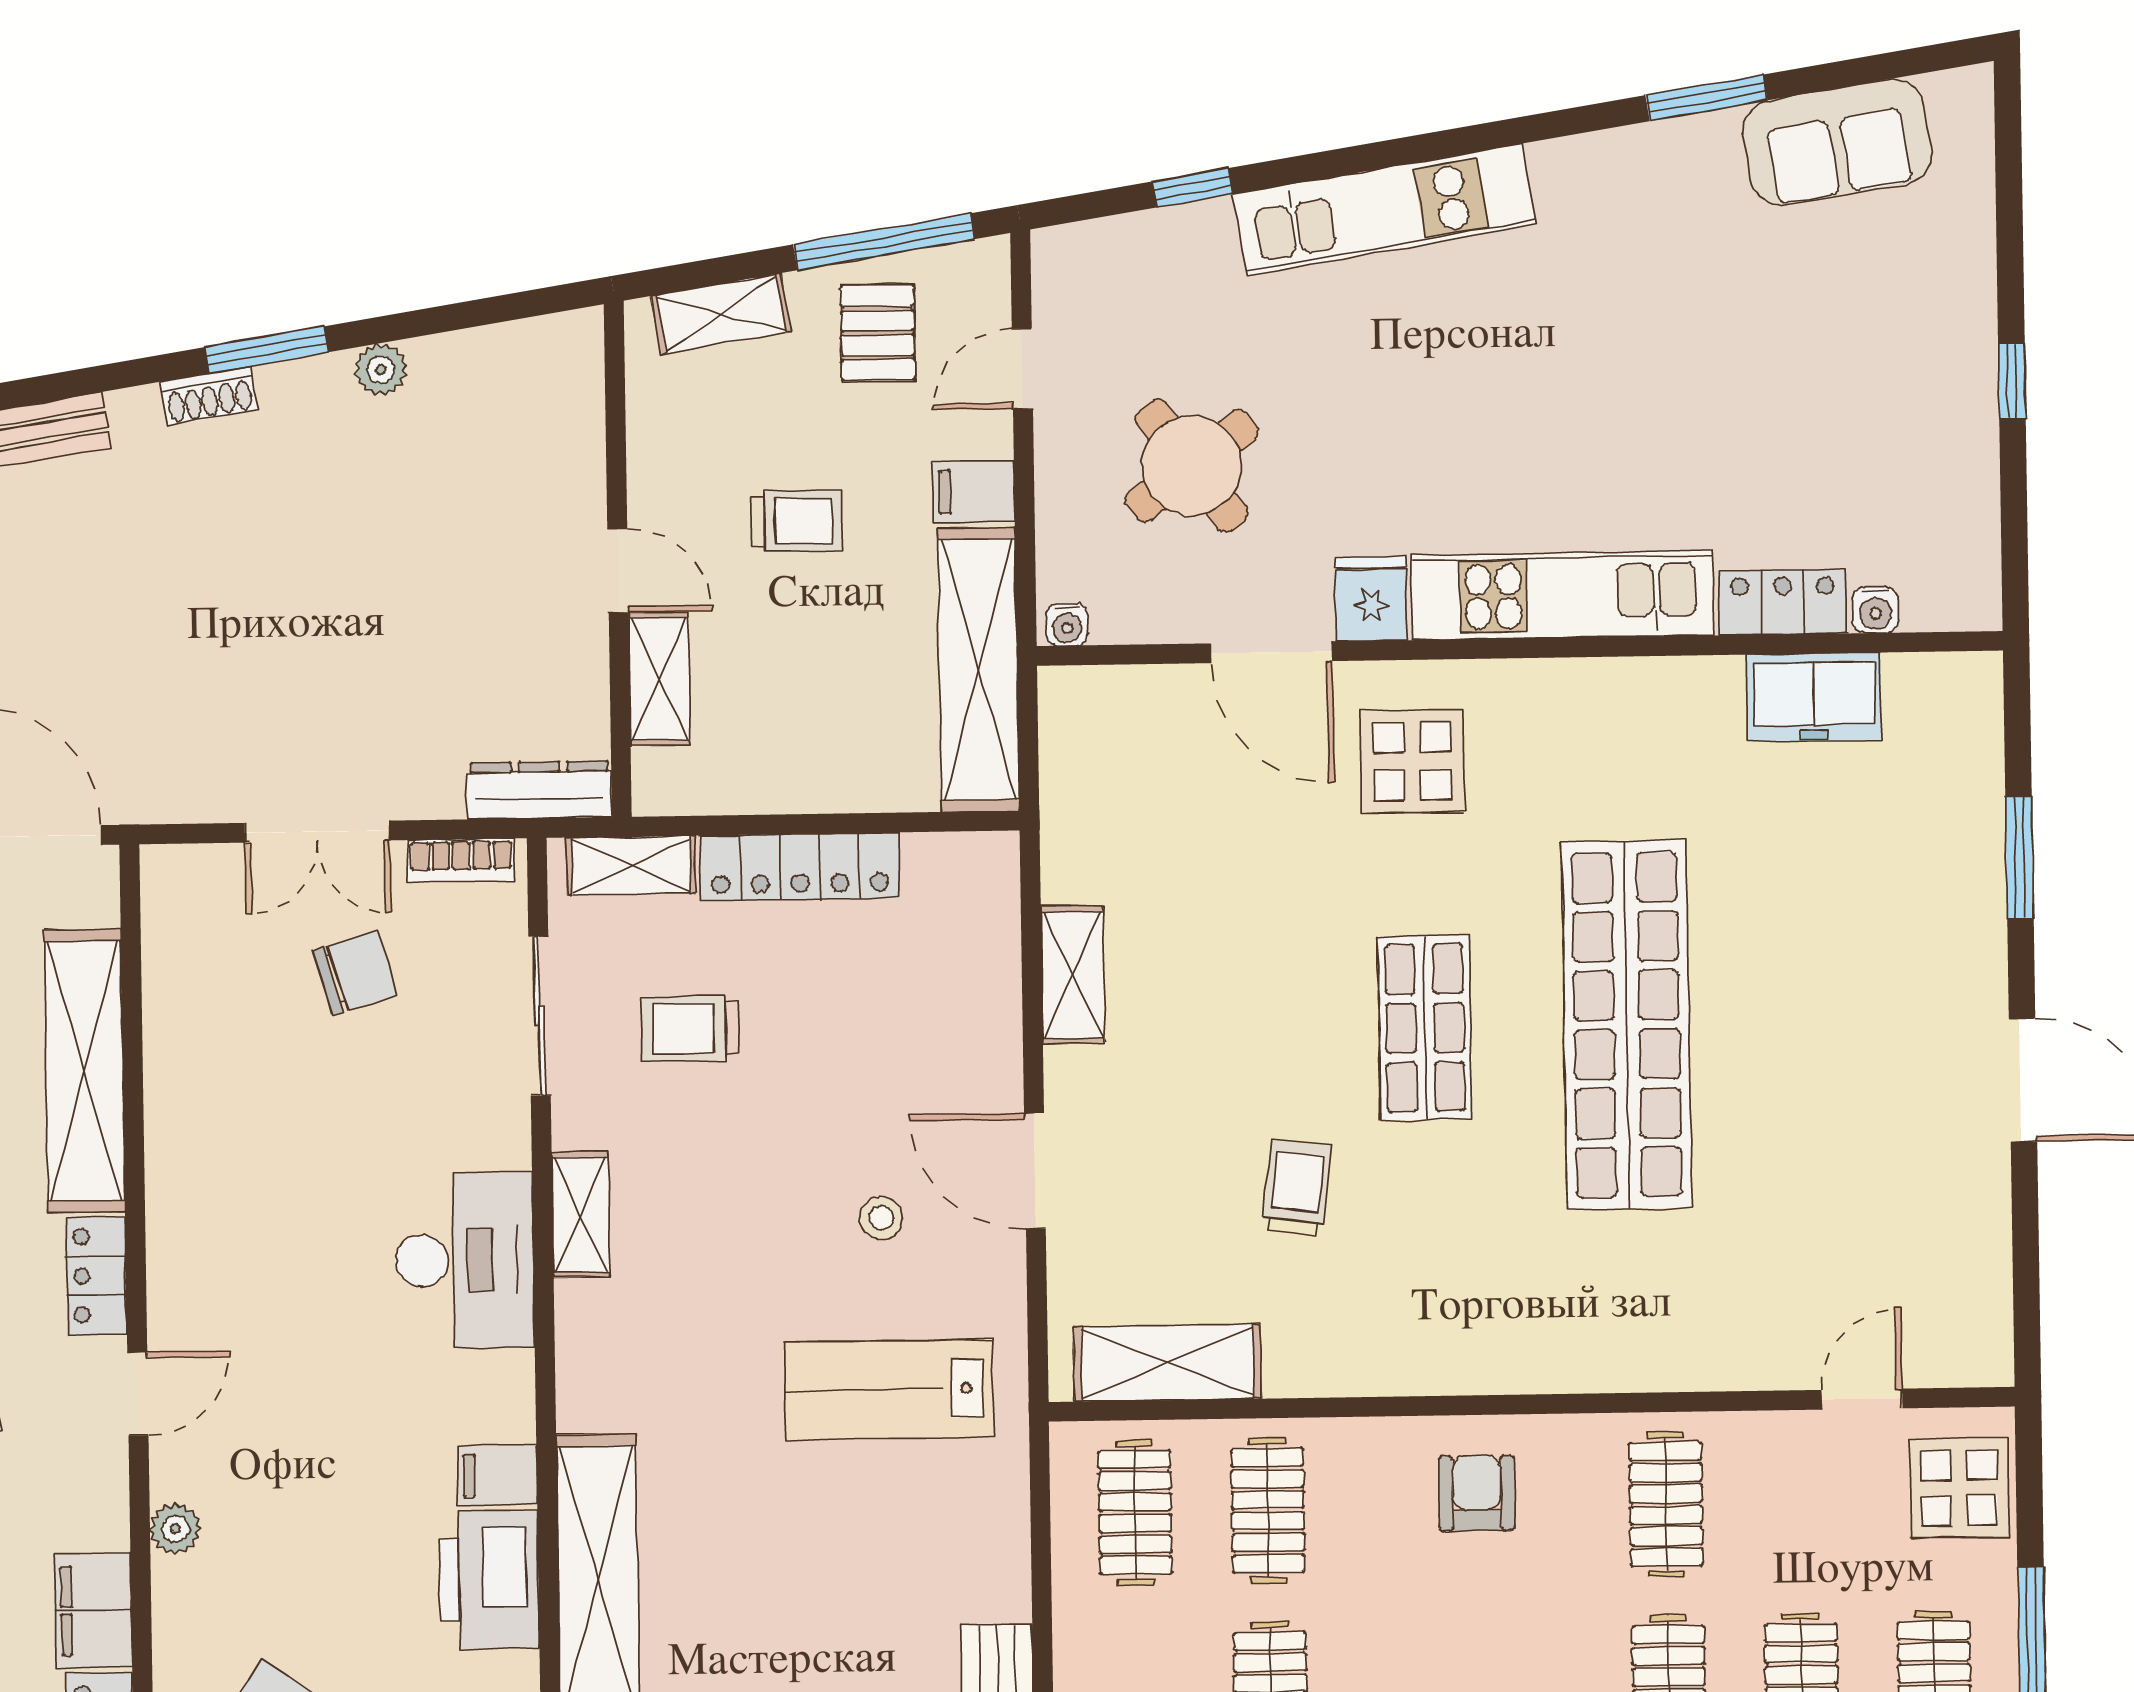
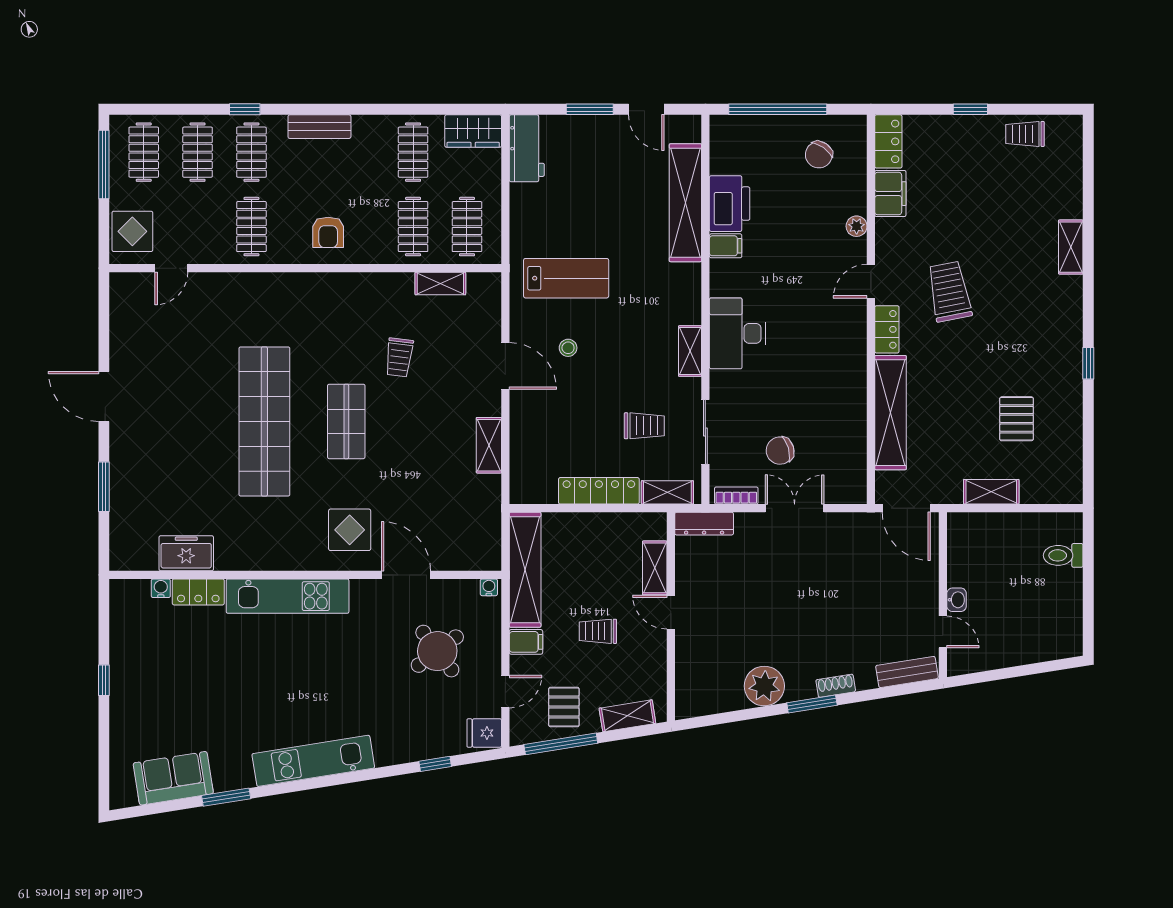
kitchen unit: (1384, 209) -> (313, 761), moved
plant: (381, 370) -> (764, 686), width x1.88, depth x1.88
fridge: (1371, 599) -> (484, 733), moved, turned 90
shelving: (1167, 1363) -> (440, 283), width x0.67, depth x0.75

